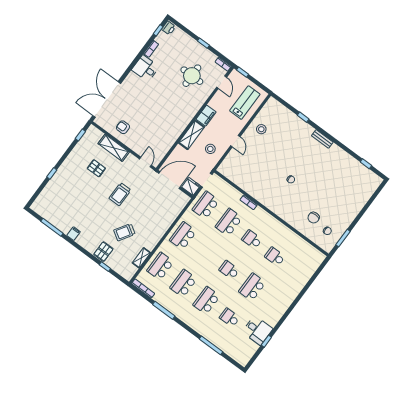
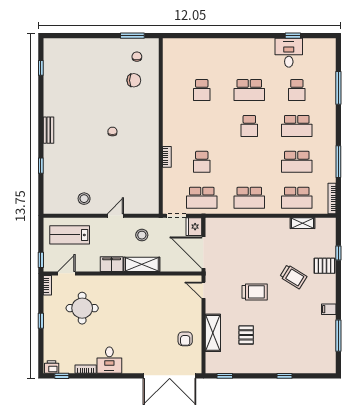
door: (145, 162) -> (203, 290), hinge flipped
school desk: (229, 222) -> (202, 162), width x0.54
trolley: (124, 232) -> (293, 277), moved
school desk: (252, 239) -> (202, 126), removed

